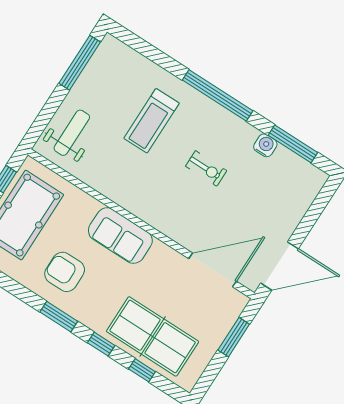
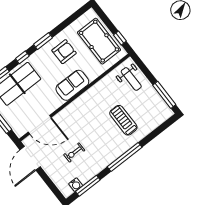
water cooler: (265, 145) -> (76, 185), moved
exercise bike: (206, 168) -> (74, 153), moved
door: (213, 270) -> (40, 125), hinge flipped

